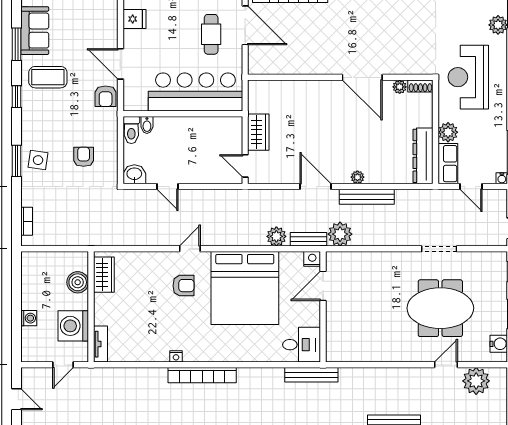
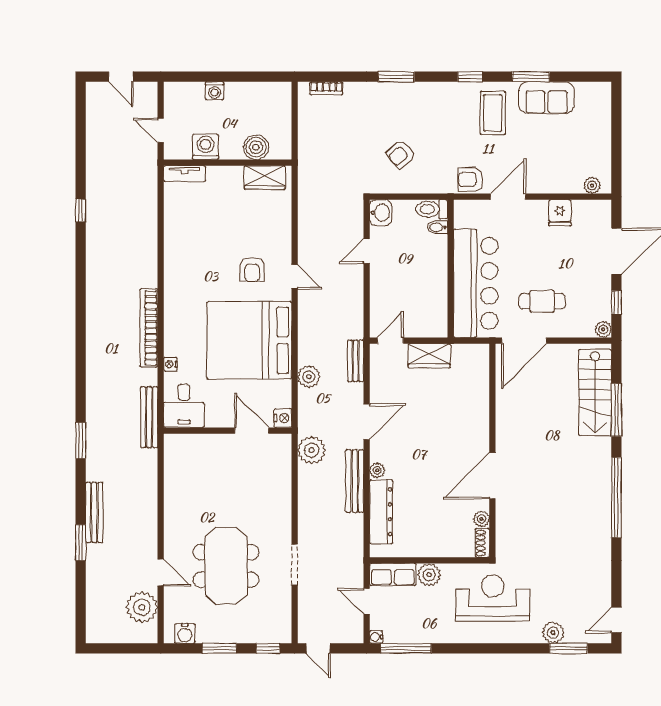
door: (245, 25) -> (524, 341), moved
dresser: (423, 156) -> (381, 512), moved, turned 90
armchair: (84, 157) -> (401, 154), turned 140
side table: (38, 160) -> (397, 102), removed
door: (471, 186) -> (367, 601), hinge flipped
bench: (309, 239) -> (356, 361), moved
washing machine: (73, 326) -> (206, 147), width x0.73, depth x0.73
nightstand: (176, 356) -> (170, 364), moved
bookcase: (202, 375) -> (149, 328), moved
door: (17, 399) -> (121, 77), hinge flipped

